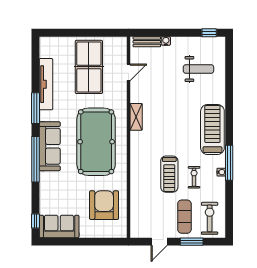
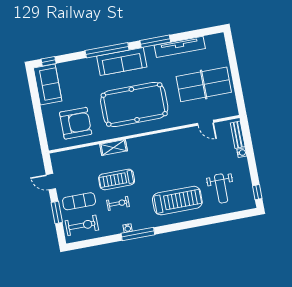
shelving: (136, 117) -> (114, 147), moved
treadmill: (212, 130) -> (177, 201), moved

